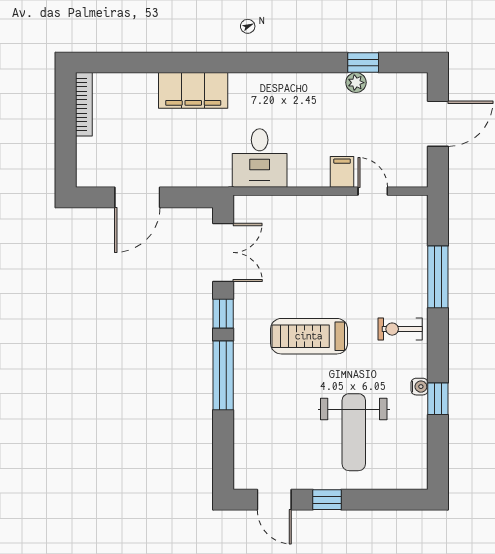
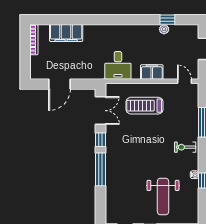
filing cabinet: (193, 90) -> (66, 33), moved
filing cabinet: (342, 172) -> (152, 72), width x2.00
door: (373, 191) -> (184, 81), moved
treadmill: (309, 336) -> (145, 106), moved

